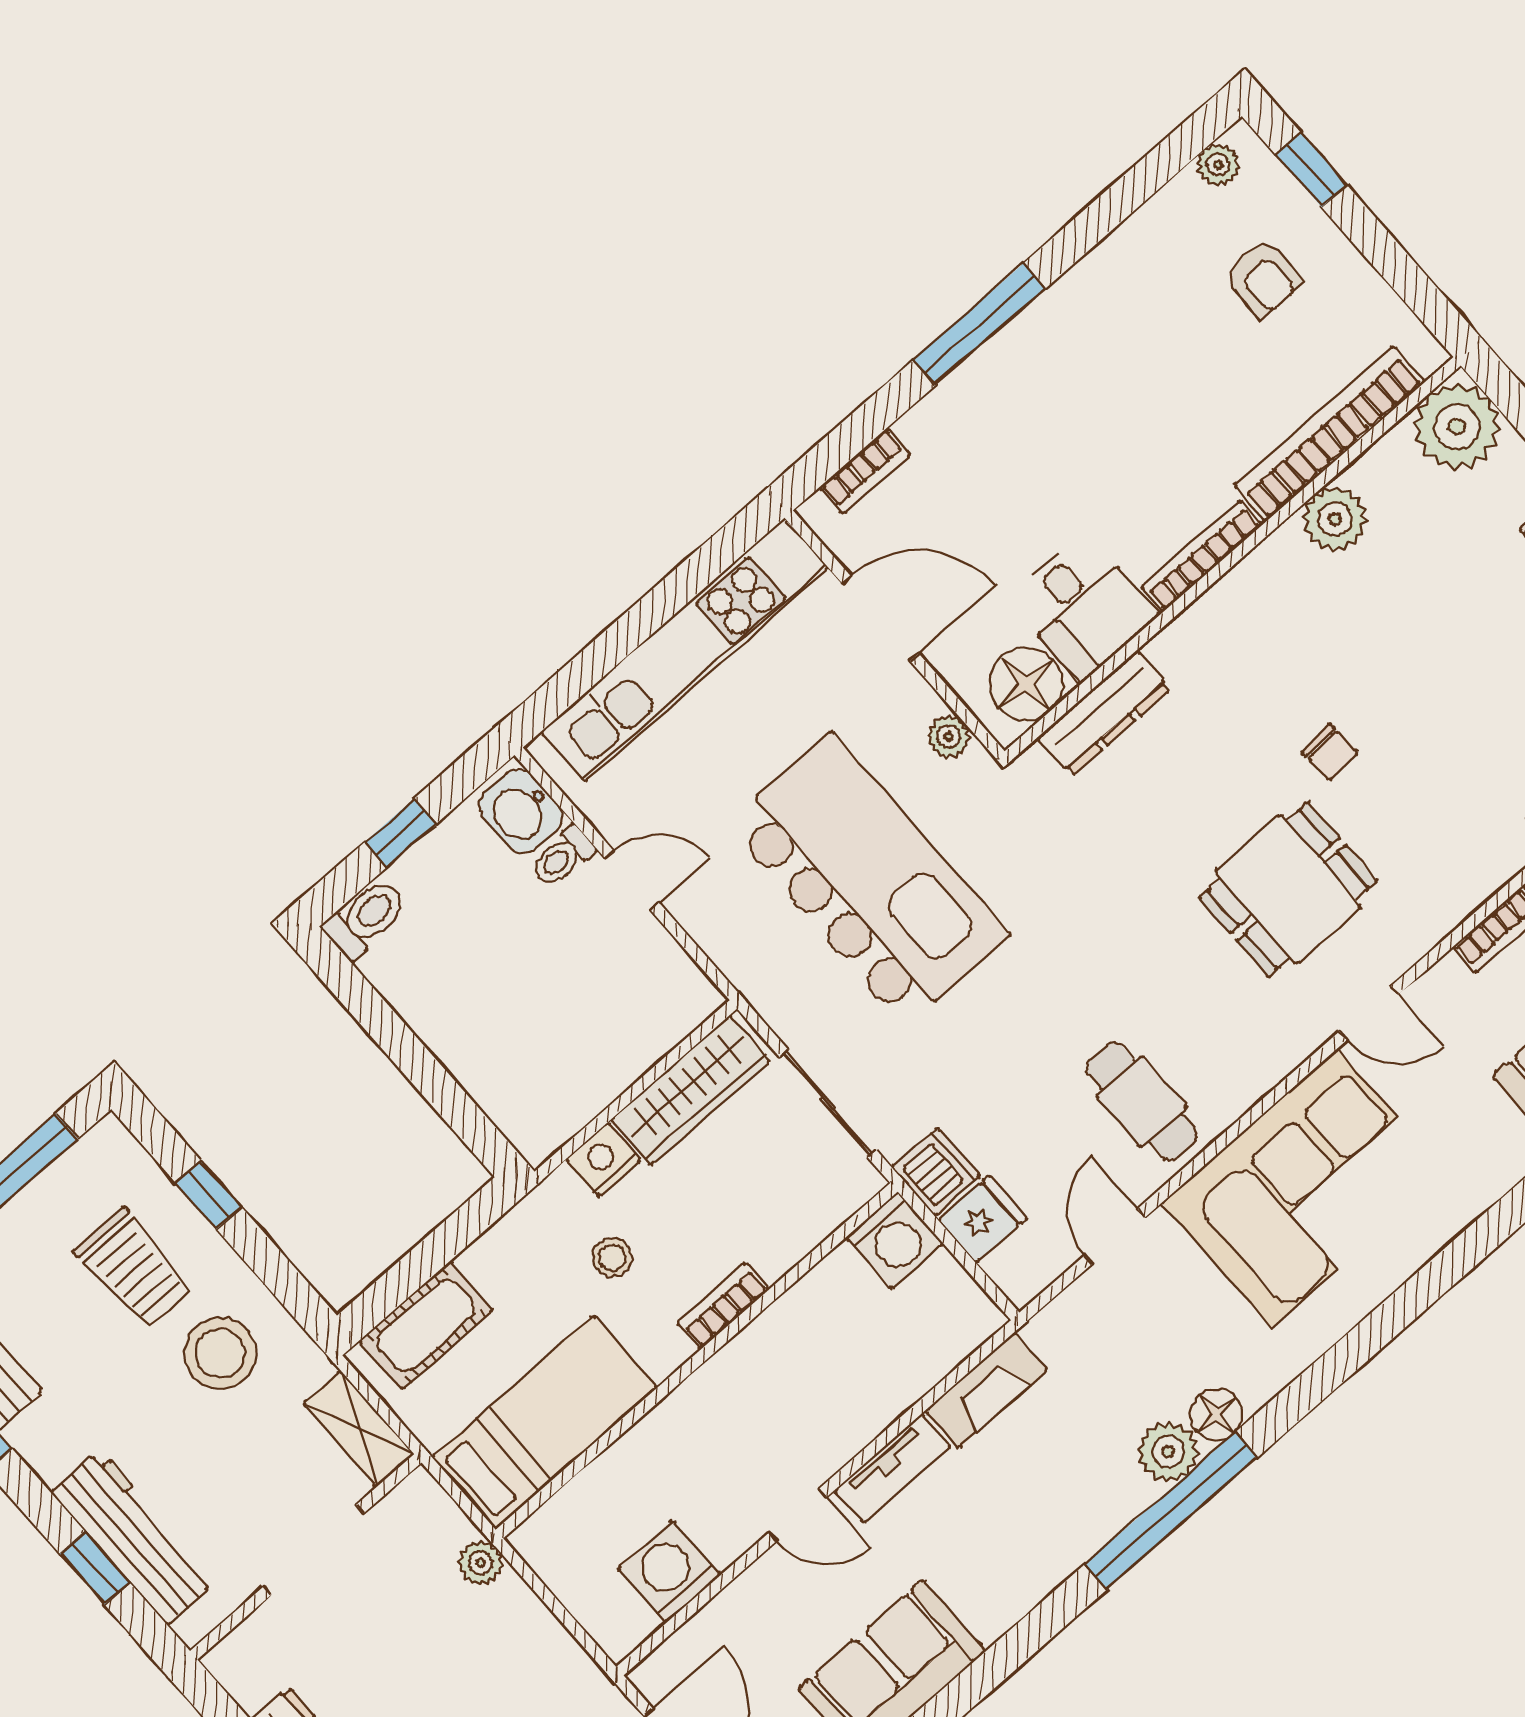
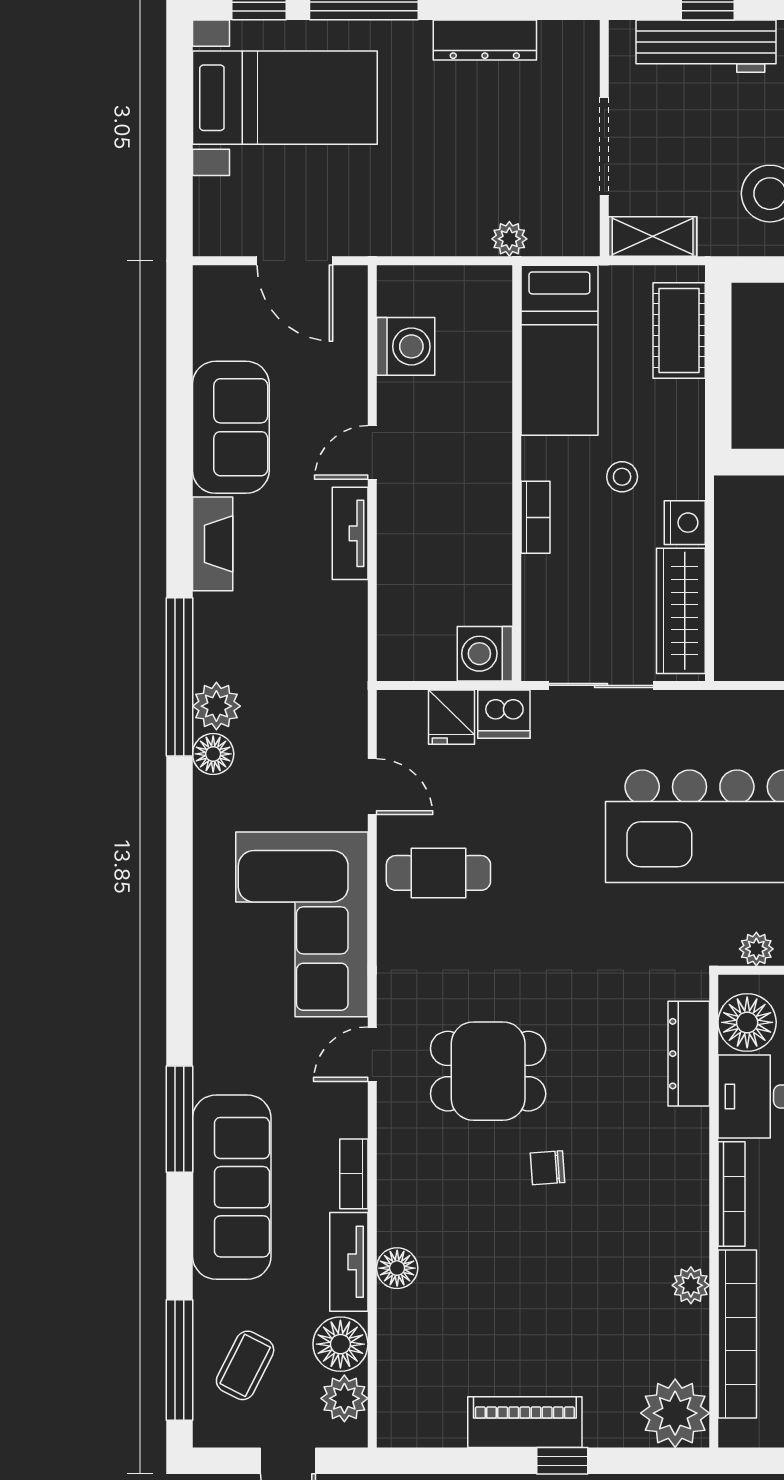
plant: (1335, 519) -> (691, 1285), width x0.73, depth x0.73
dining table: (1288, 889) -> (488, 1071), turned 90
fireplace: (987, 1390) -> (213, 544), moved, turned 180

